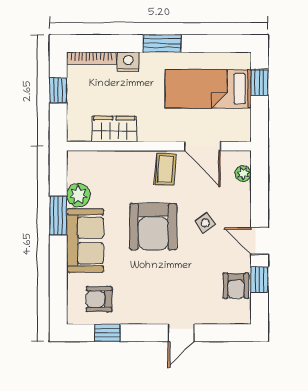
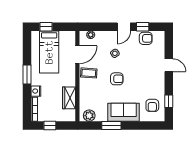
plant: (78, 195) -> (89, 116), moved
armchair: (153, 227) -> (117, 79), width x0.53, depth x0.53

